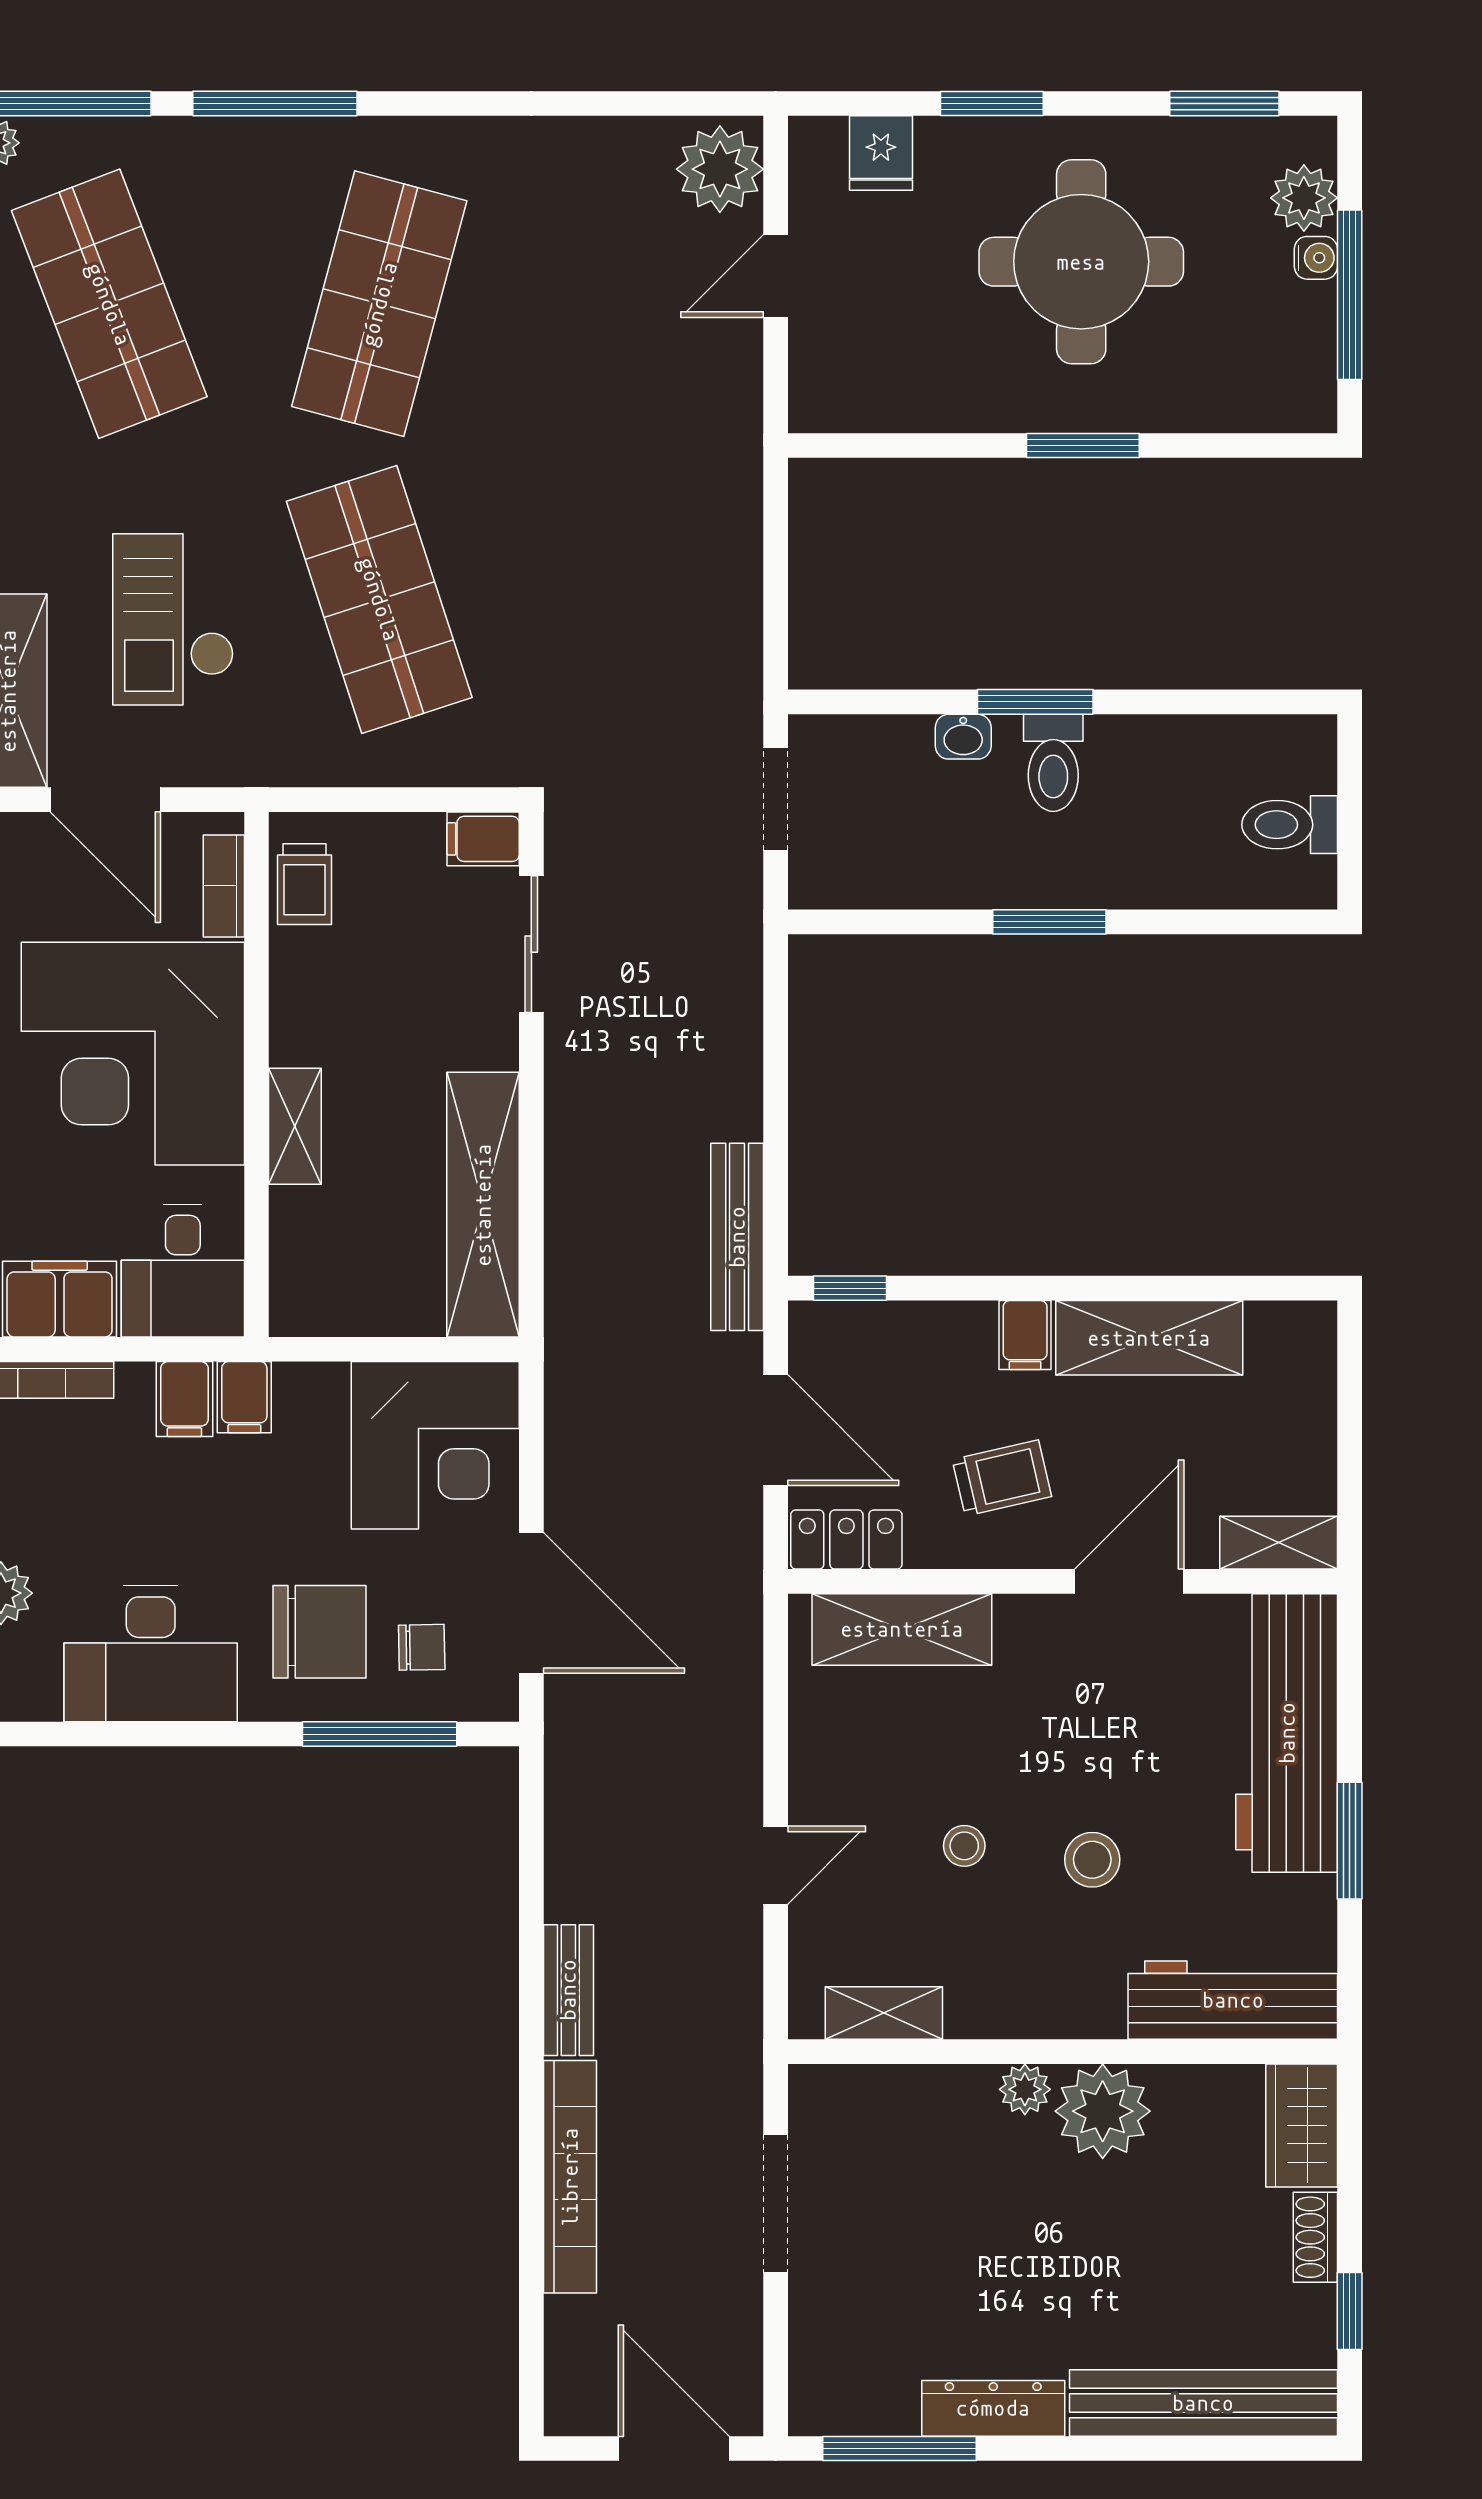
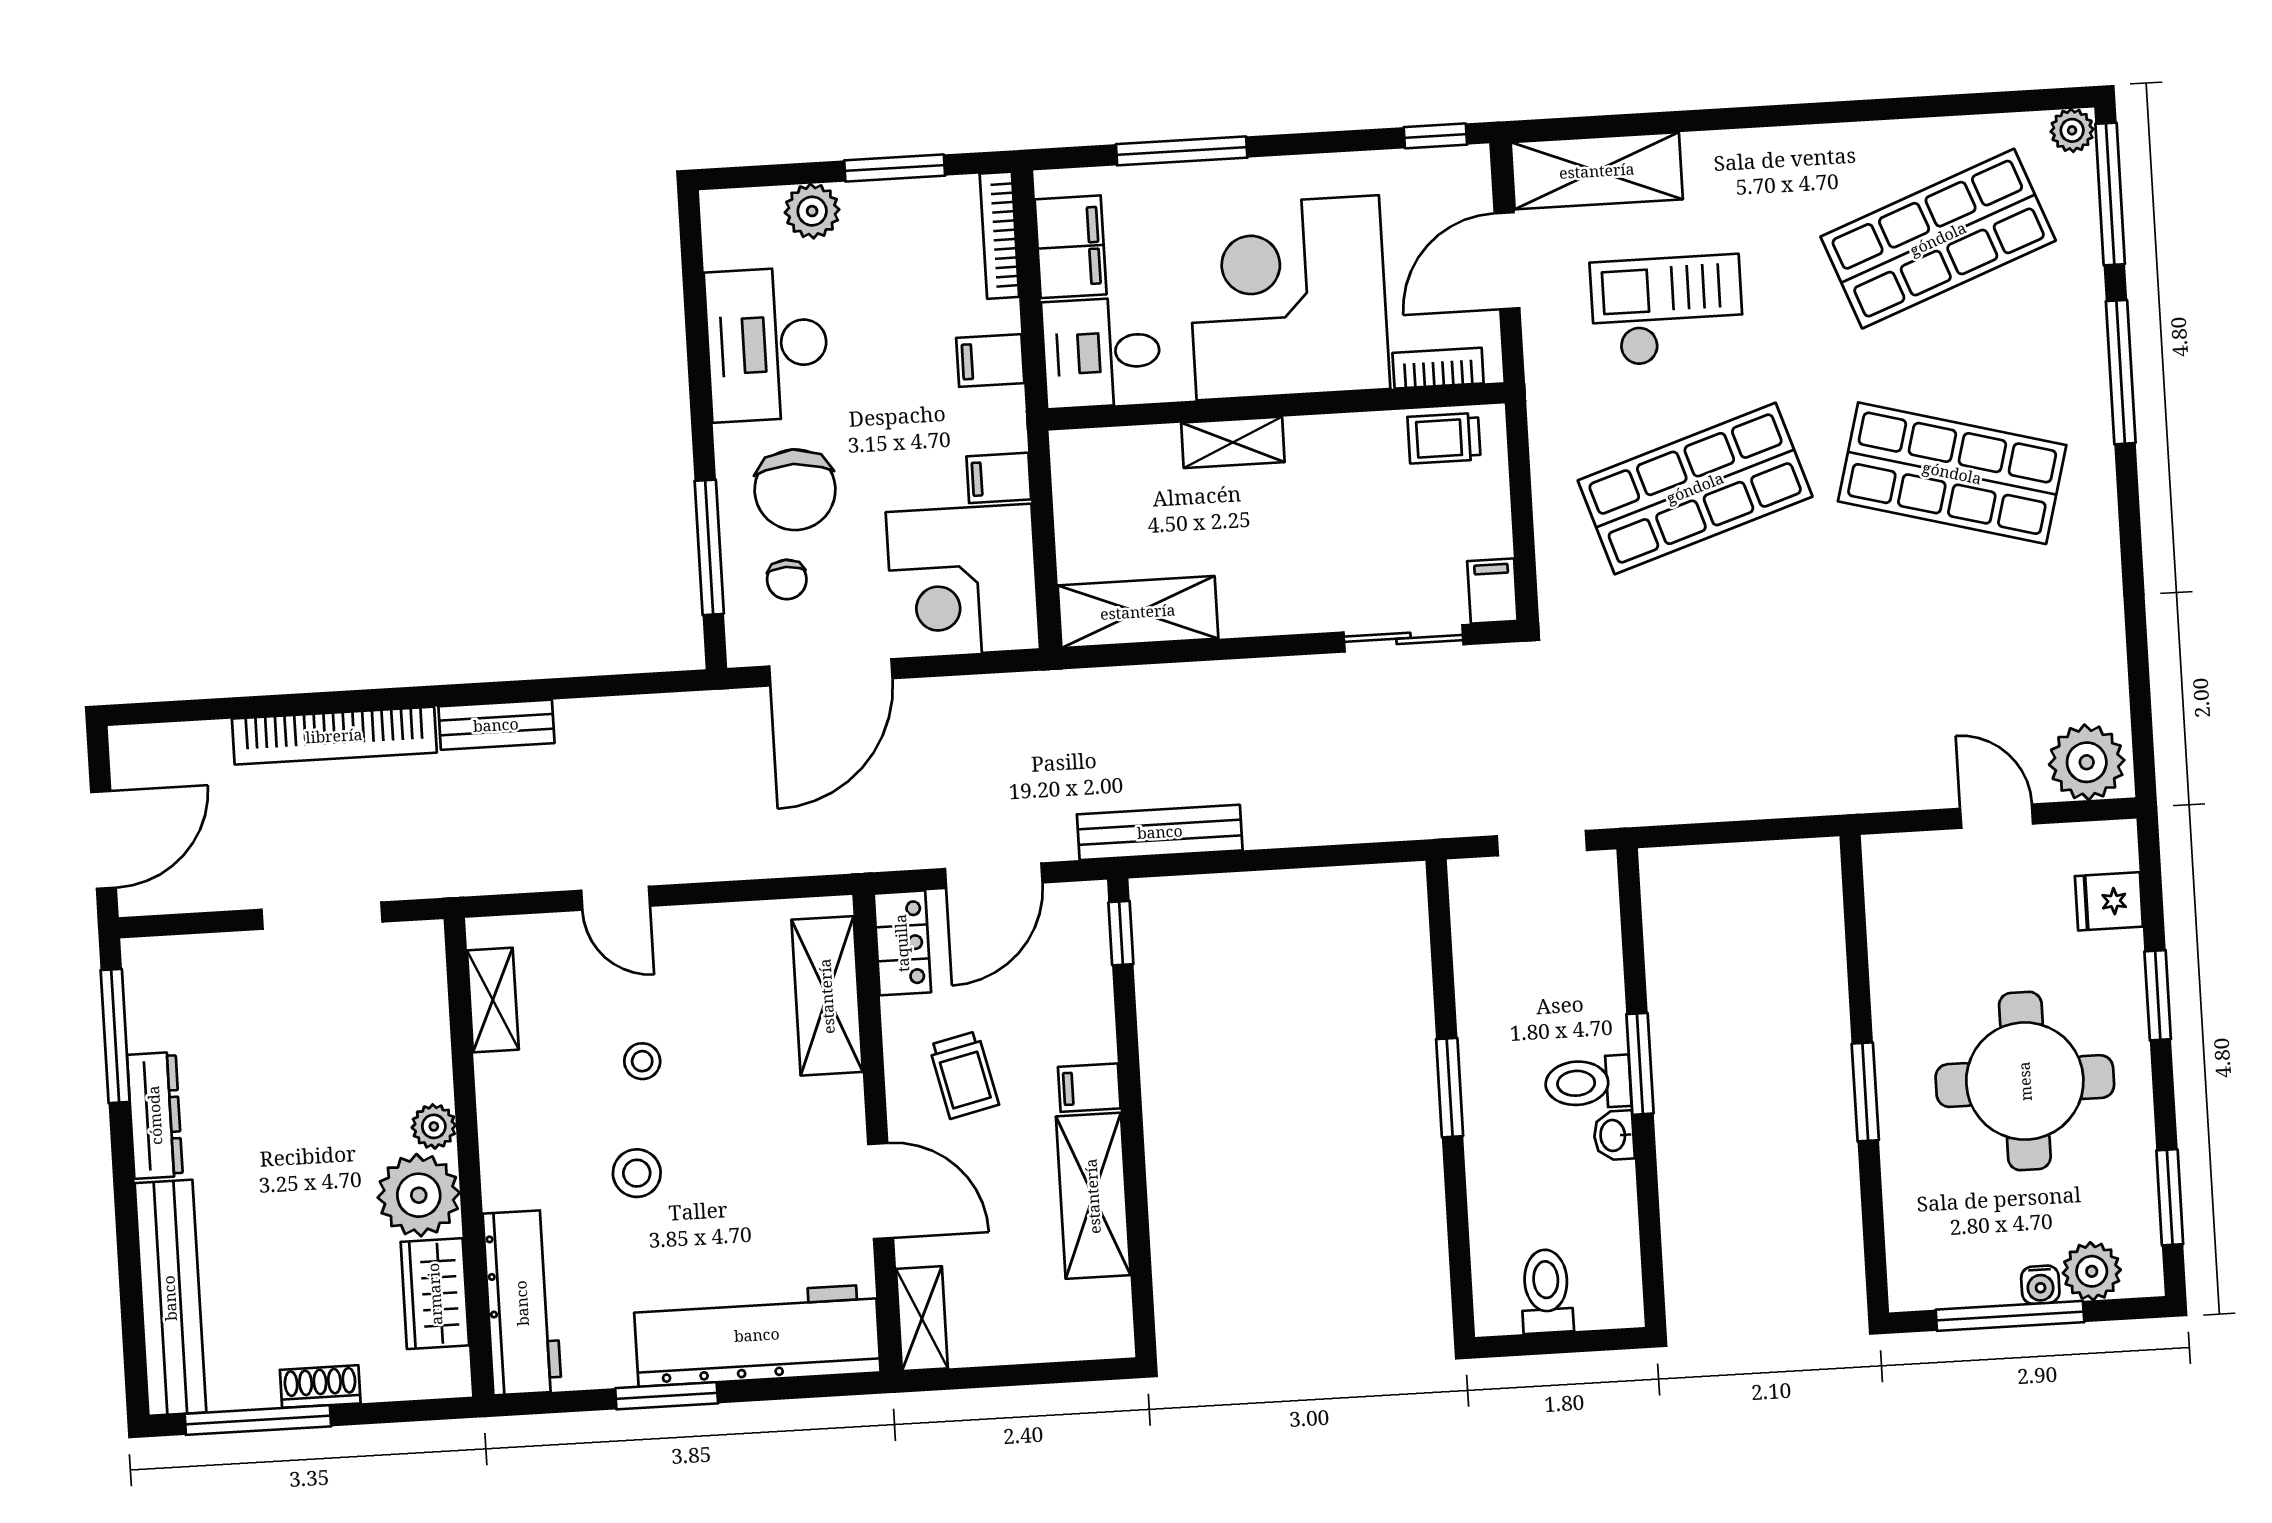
washbasin: (963, 737) -> (1614, 1135), moved
shelving: (483, 1205) -> (1138, 612), width x0.68
filing cabinet: (244, 1397) -> (999, 478), moved
wardrobe: (1302, 2125) -> (435, 1294), moved, turned -90
window: (1350, 2311) -> (258, 1420), width x2.17

